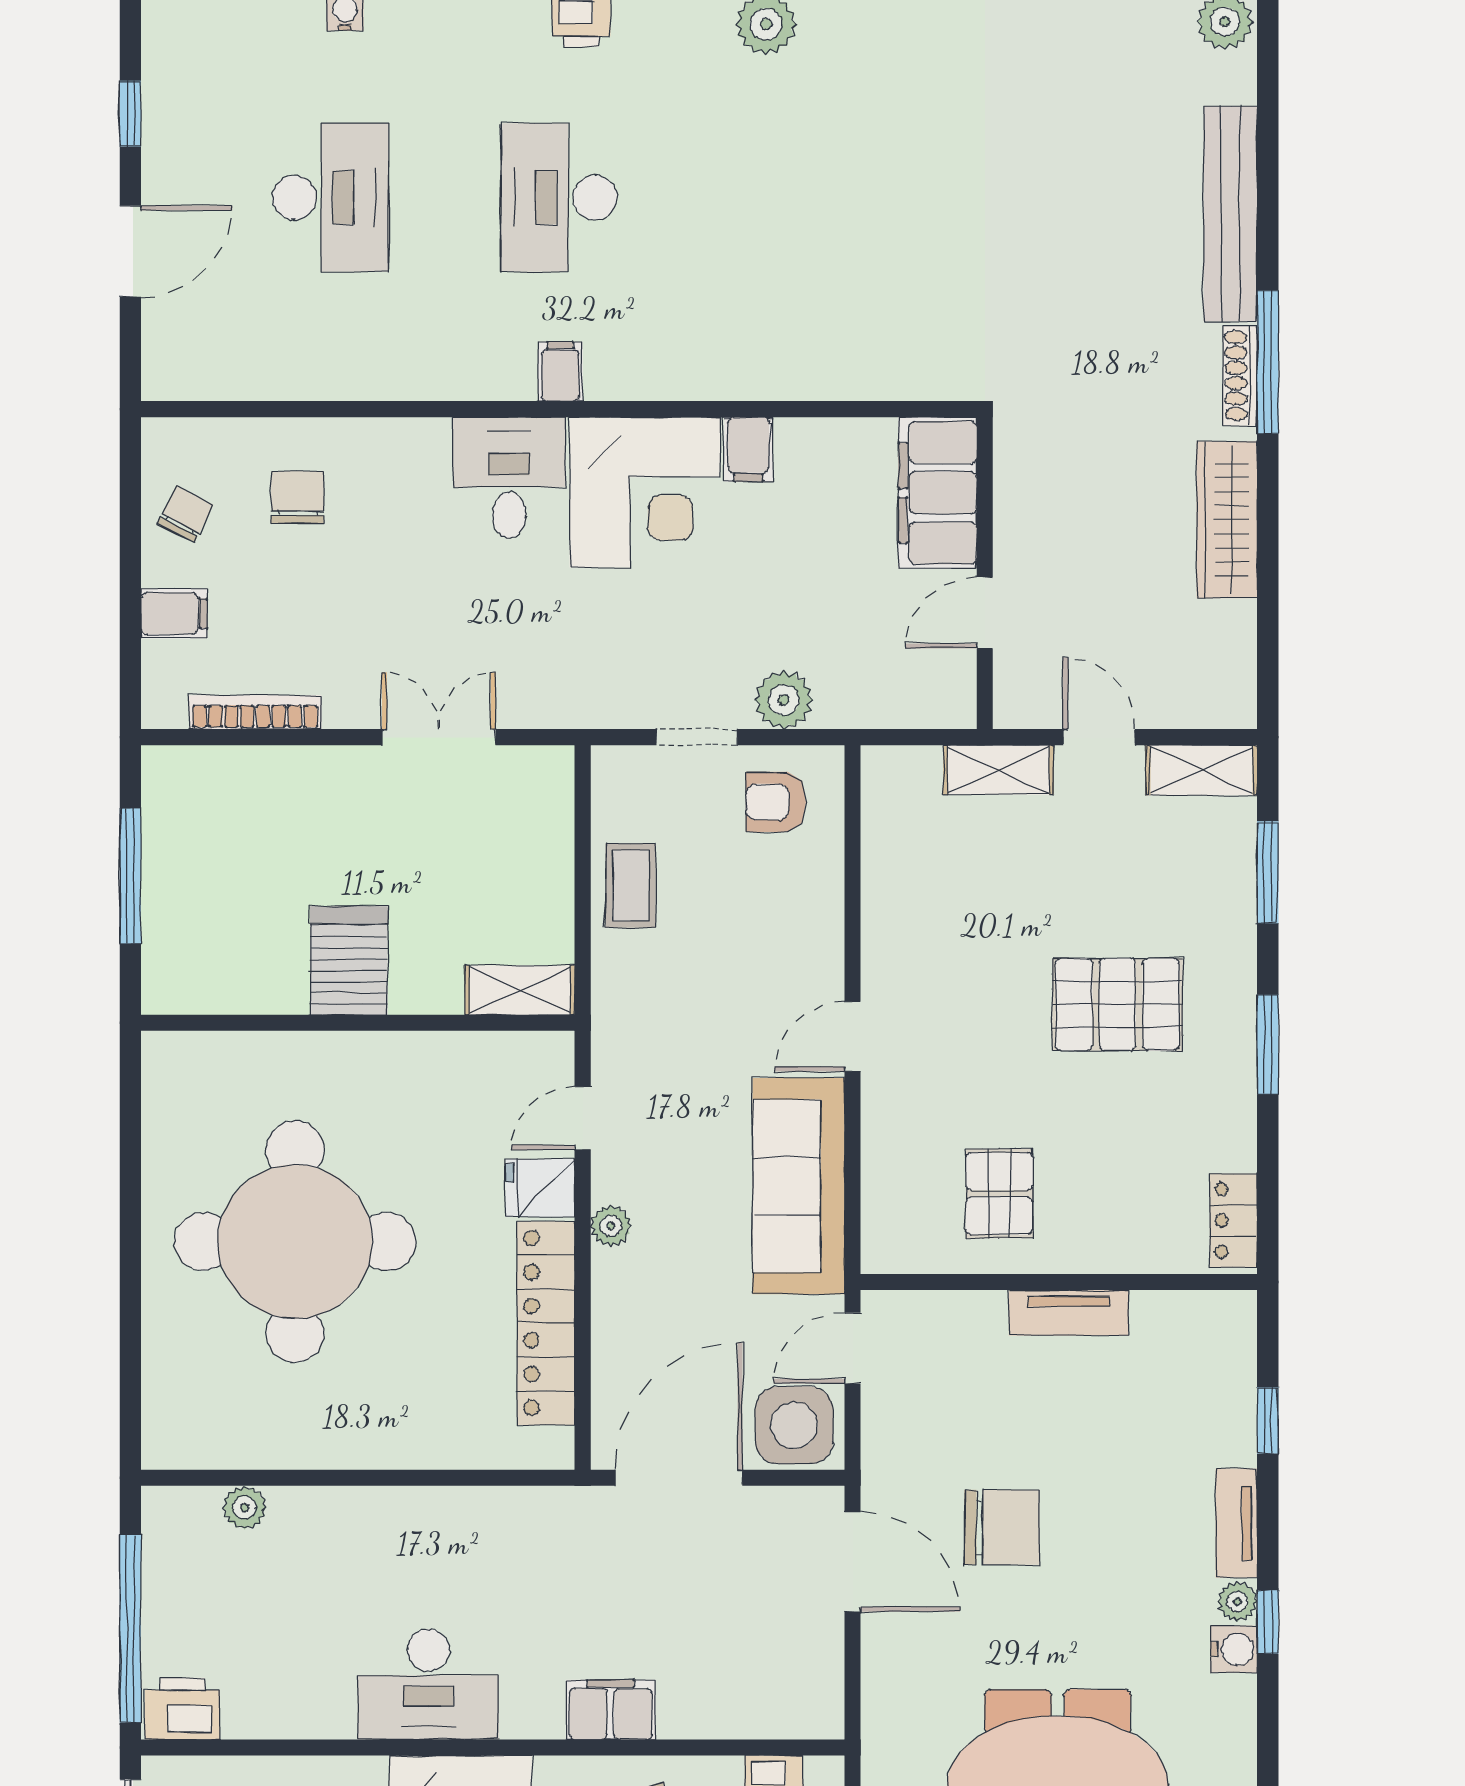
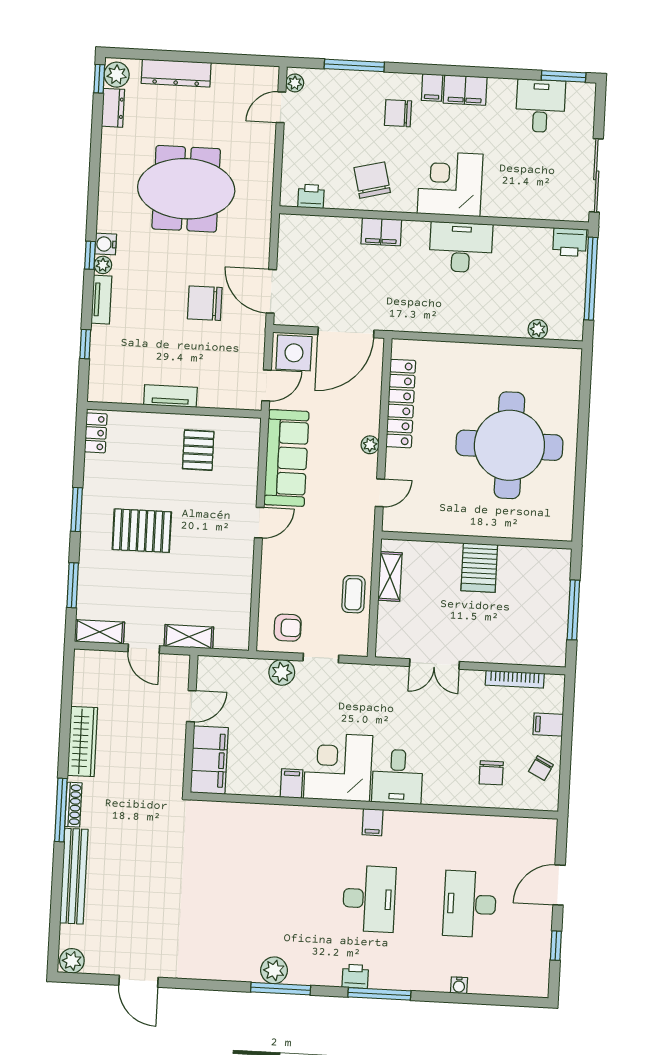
shelving: (520, 990) -> (390, 576), moved, turned 90
fridge: (540, 1188) -> (400, 463), removed

